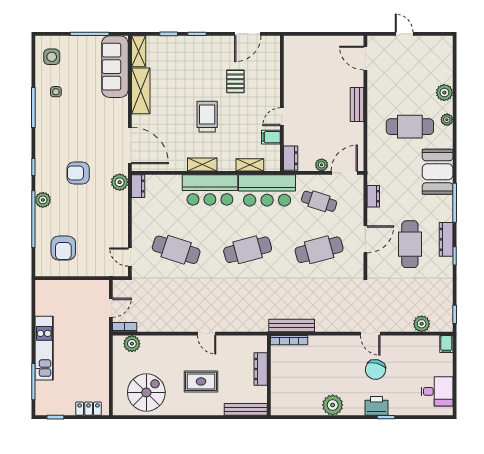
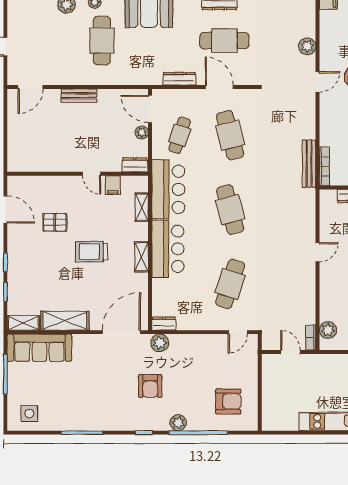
side table: (56, 92) -> (66, 409), removed
dresser: (373, 196) -> (179, 79), width x1.44
plant: (422, 324) -> (307, 46), moved

